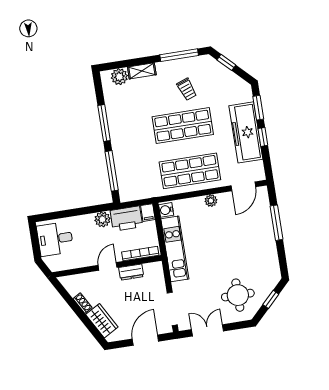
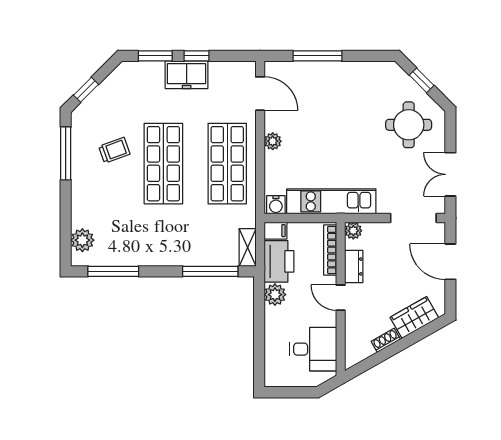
shelving: (142, 71) -> (248, 248), moved
window: (104, 123) -> (113, 271), moved
freezer: (246, 132) -> (187, 75), width x0.52, depth x0.79
desk: (55, 239) -> (313, 349), moved, turned -90
plant: (157, 268) -> (353, 231), added

